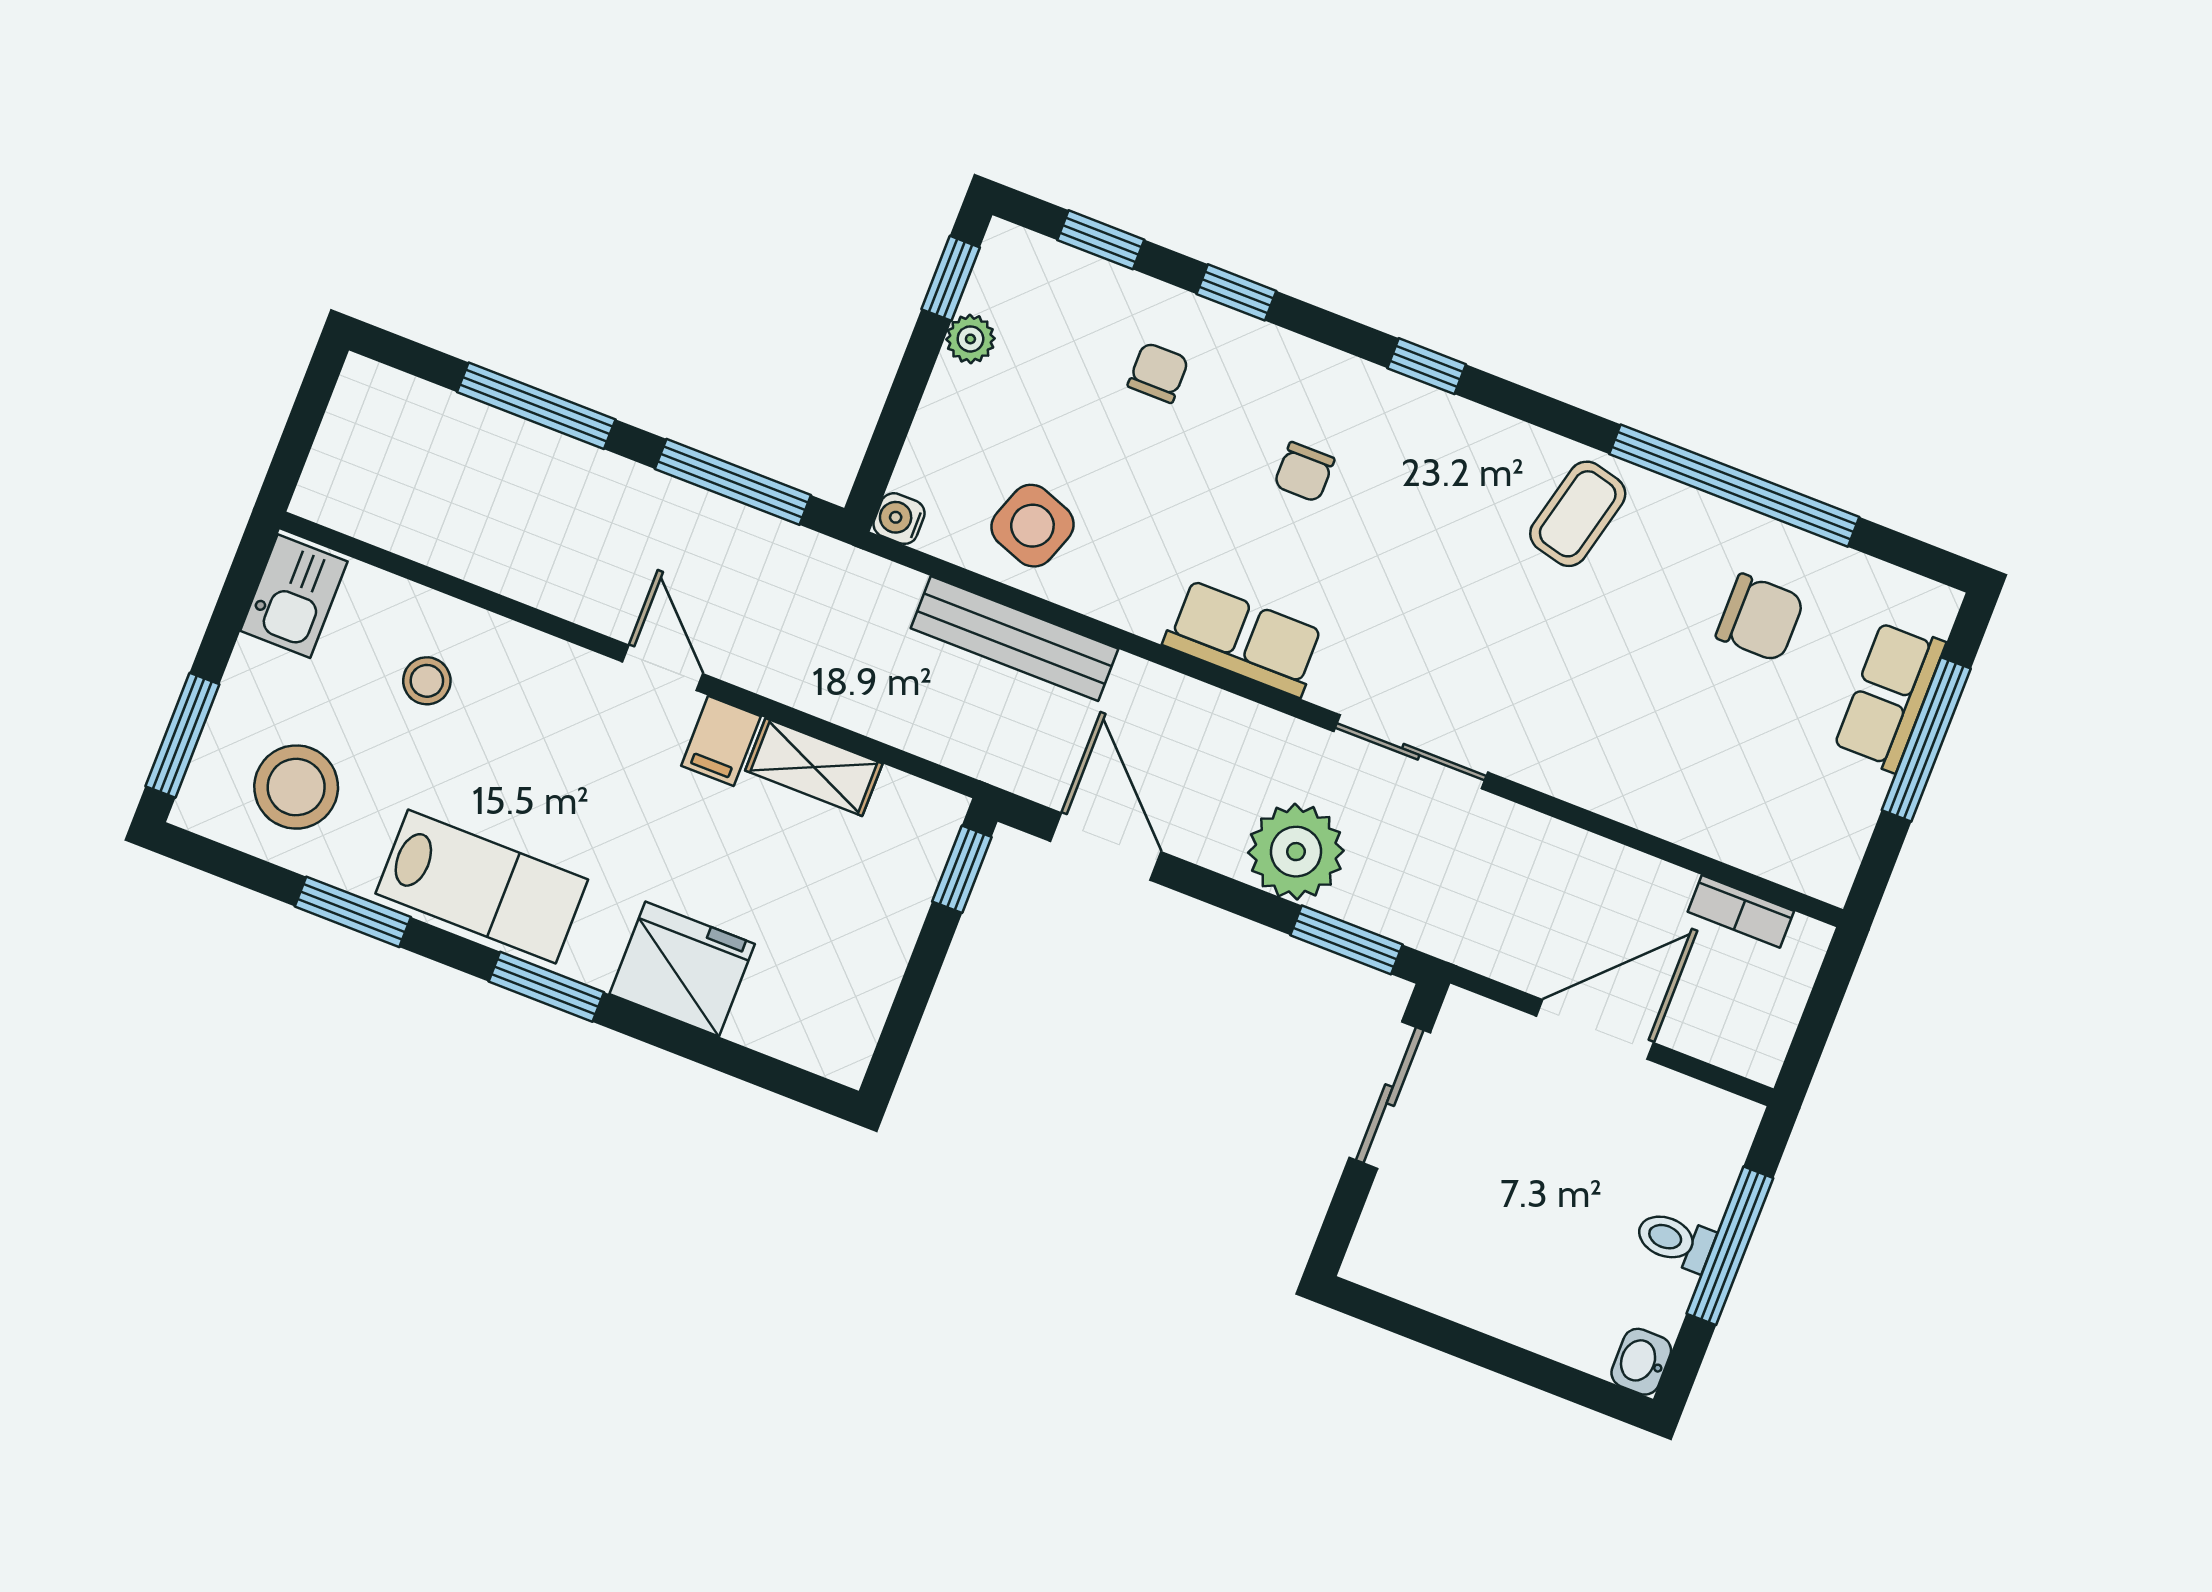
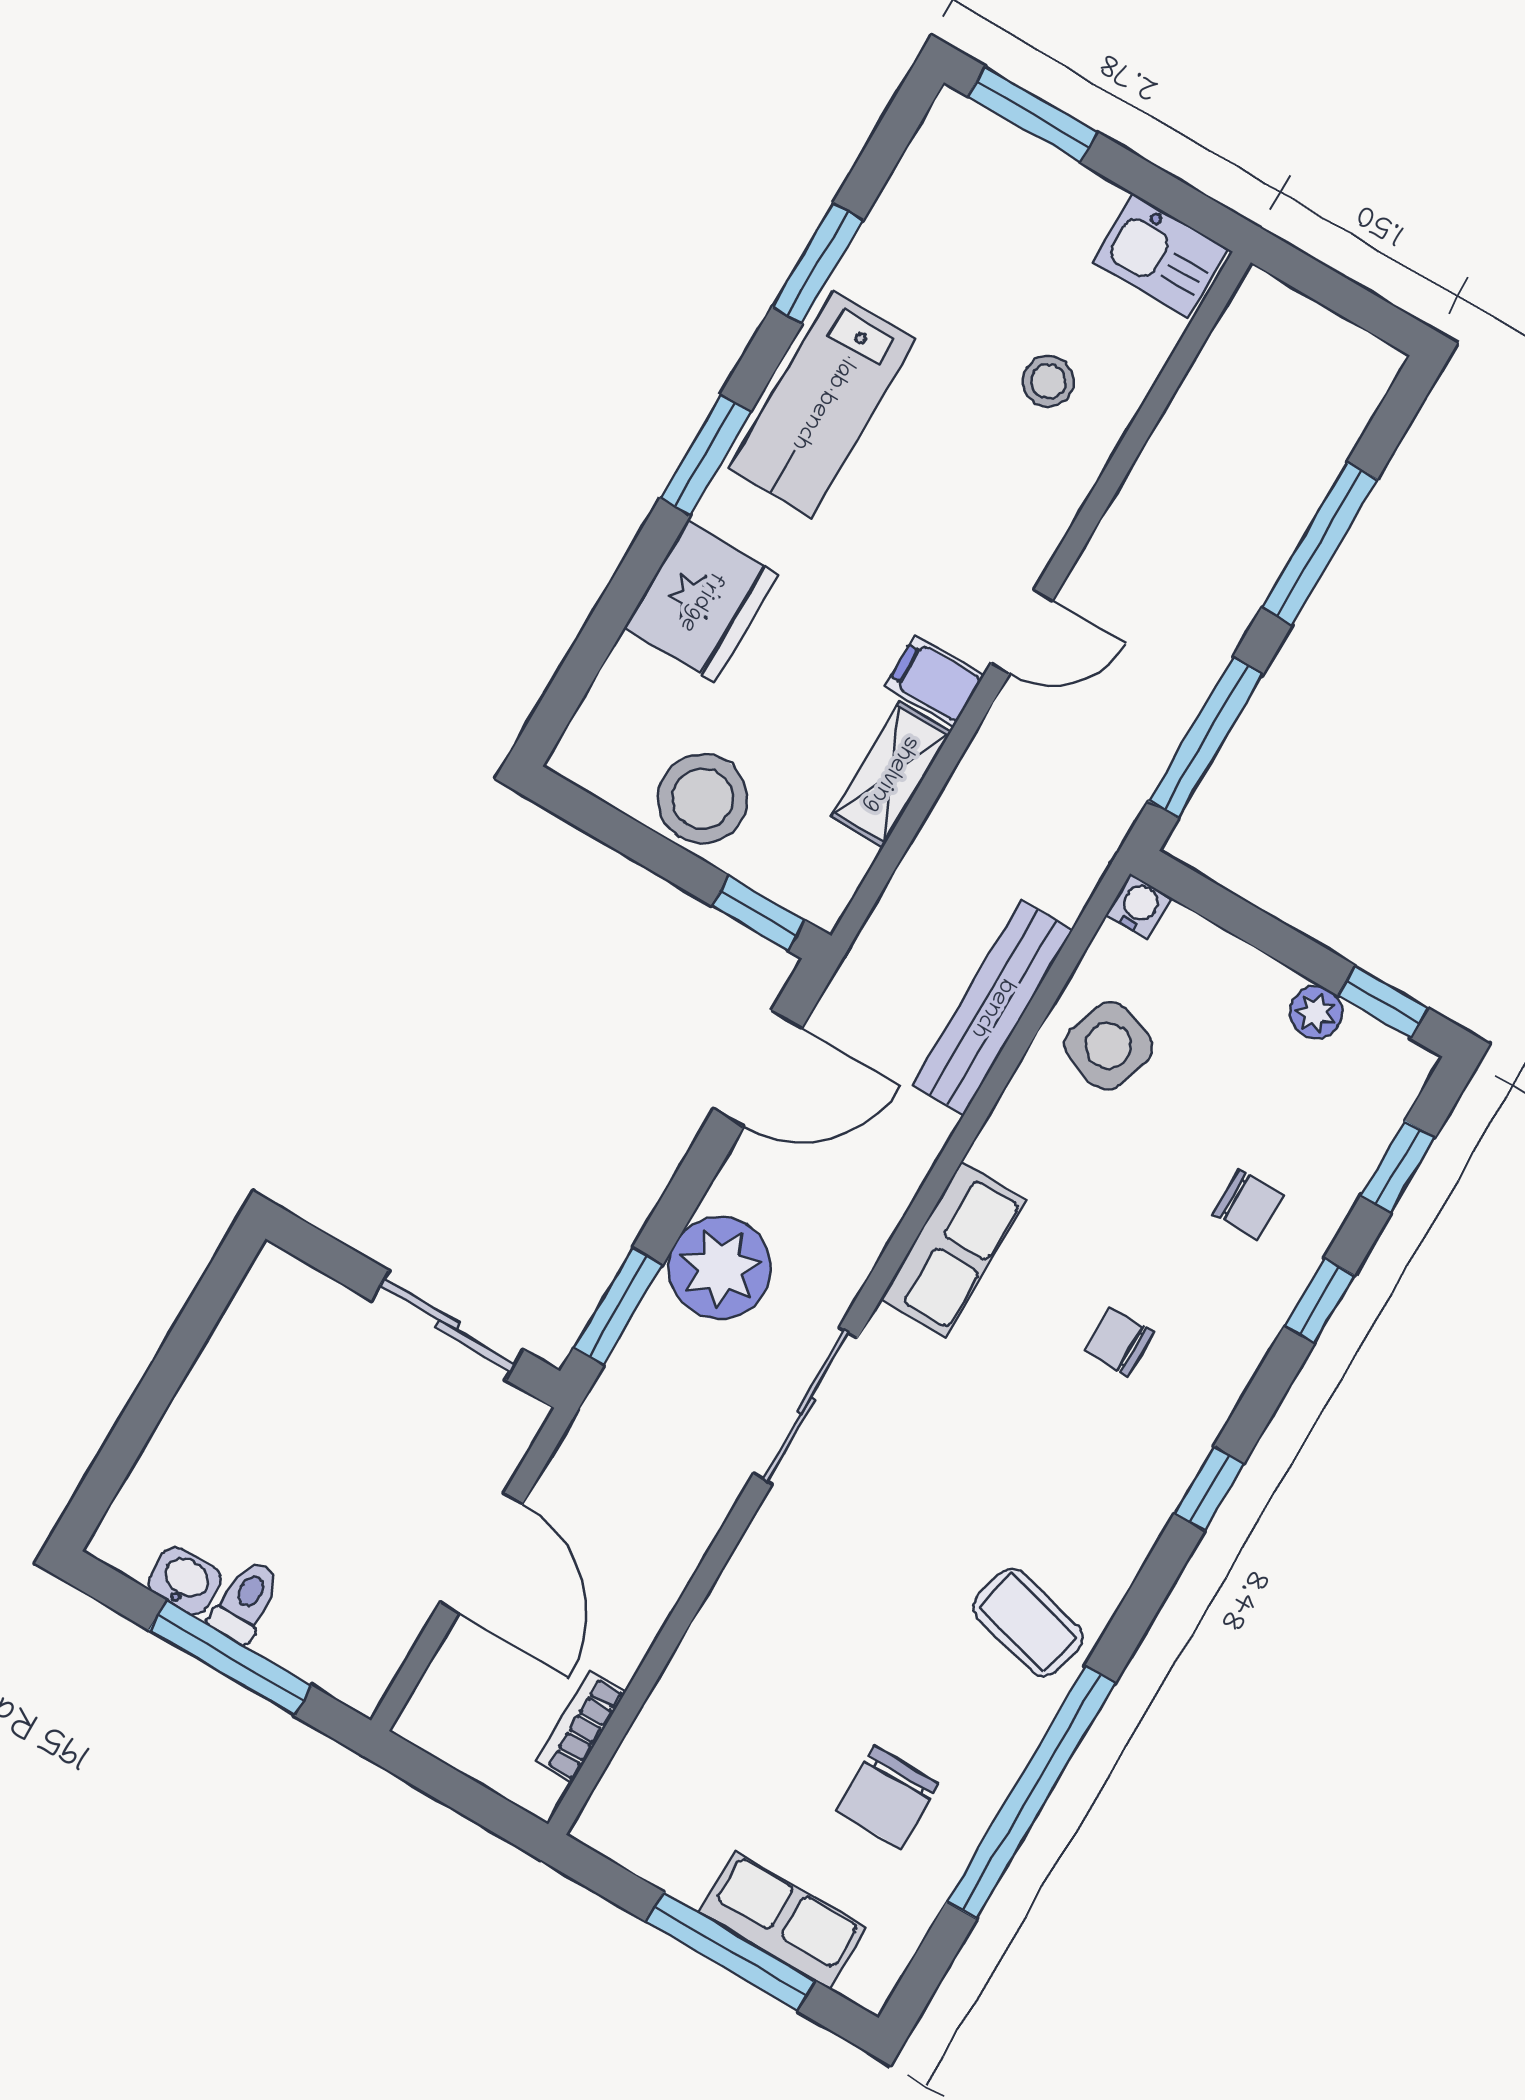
stool: (296, 787) -> (703, 799), moved
washbasin: (1641, 1362) -> (185, 1581), moved

